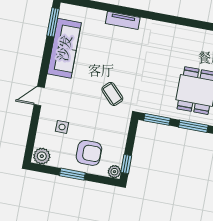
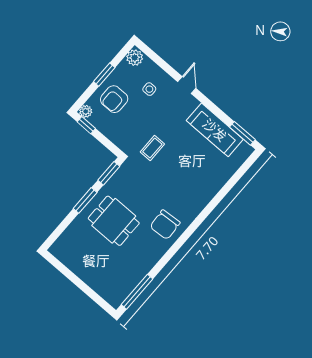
tv unit: (123, 20) -> (209, 193), removed
chair: (174, 43) -> (165, 225), added
coffee table: (112, 94) -> (152, 148), turned -46

